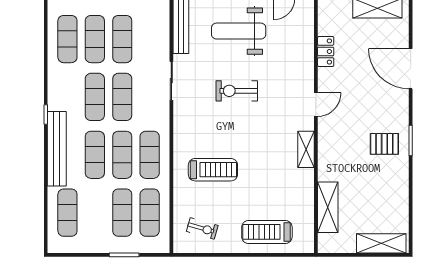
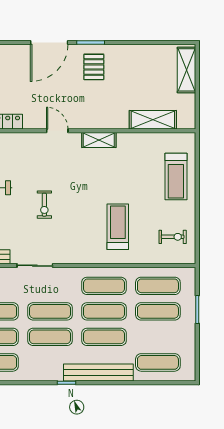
door: (411, 69) -> (49, 43), moved
exercise bike: (237, 91) -> (44, 205), width x0.73, depth x0.72
exercise bike: (202, 228) -> (173, 237), turned 74

